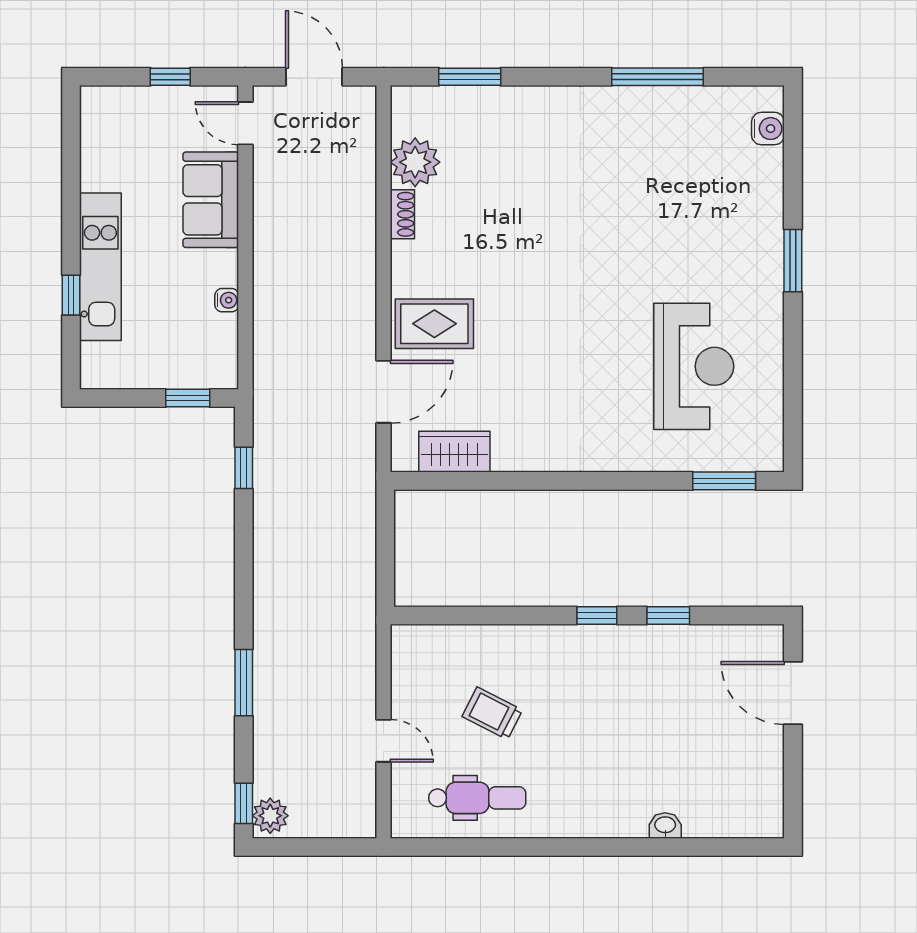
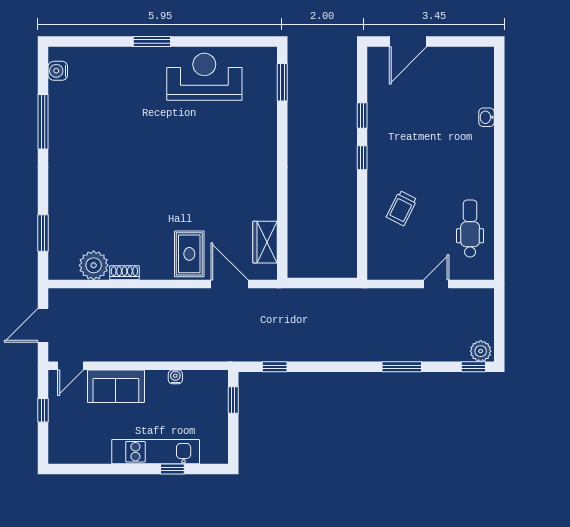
water cooler: (768, 129) -> (58, 71), moved, turned -90
reception desk: (694, 366) -> (204, 77), moved
trolley: (492, 713) -> (402, 208), moved

